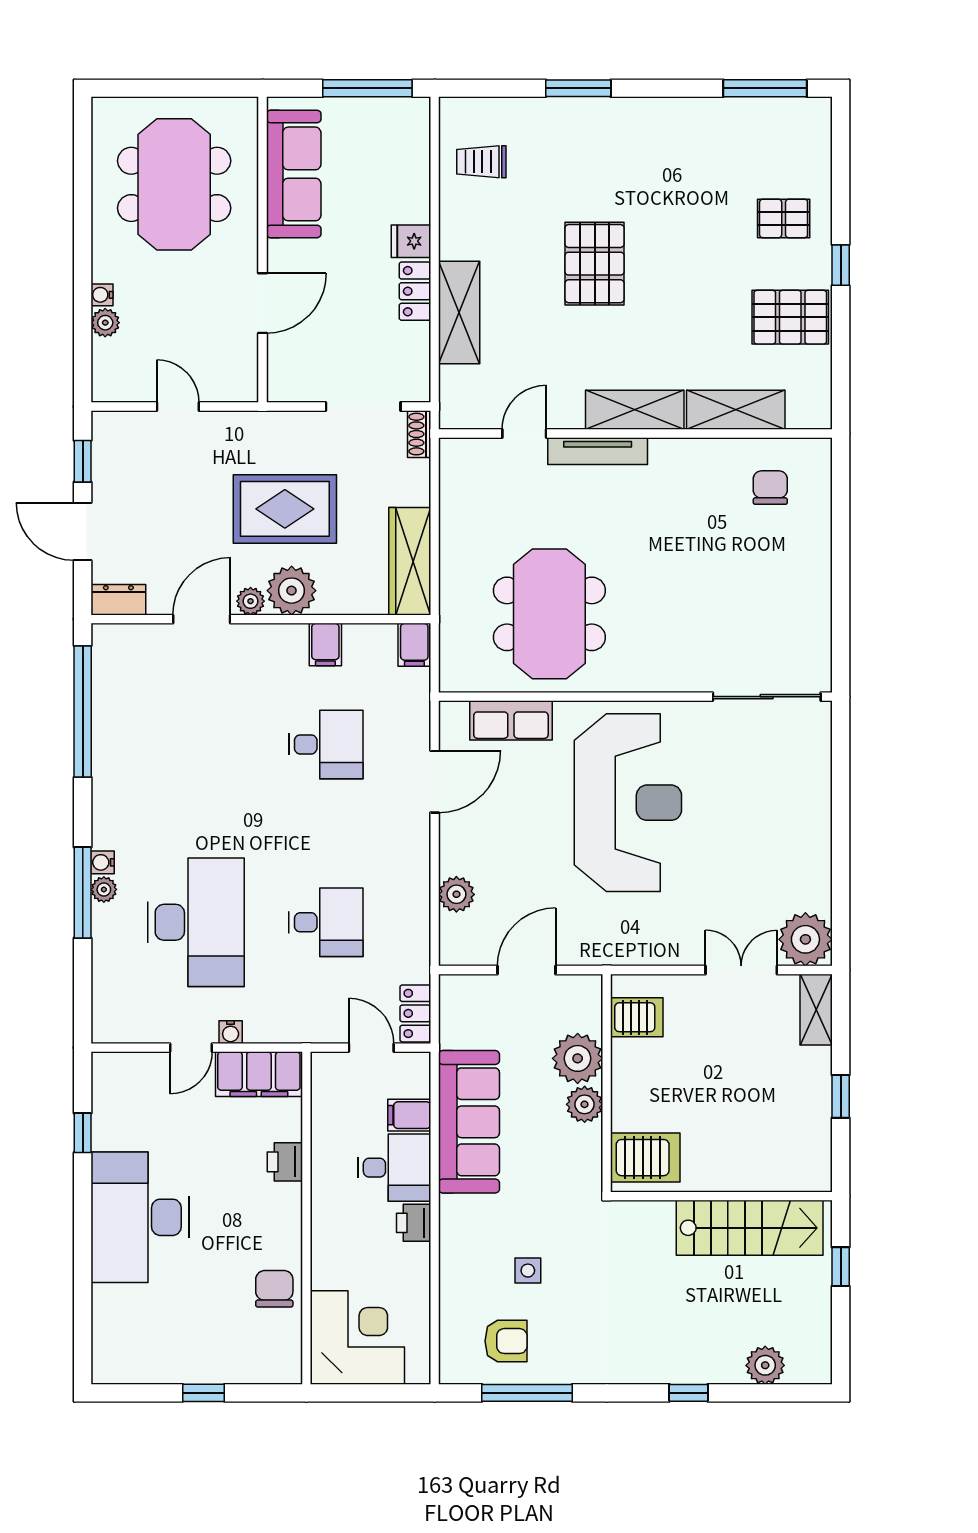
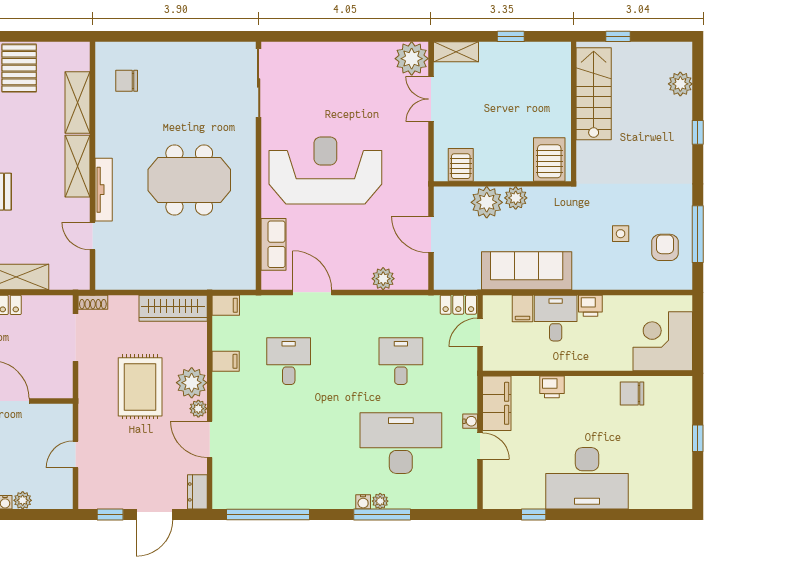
meeting table: (549, 614) -> (189, 180), moved

